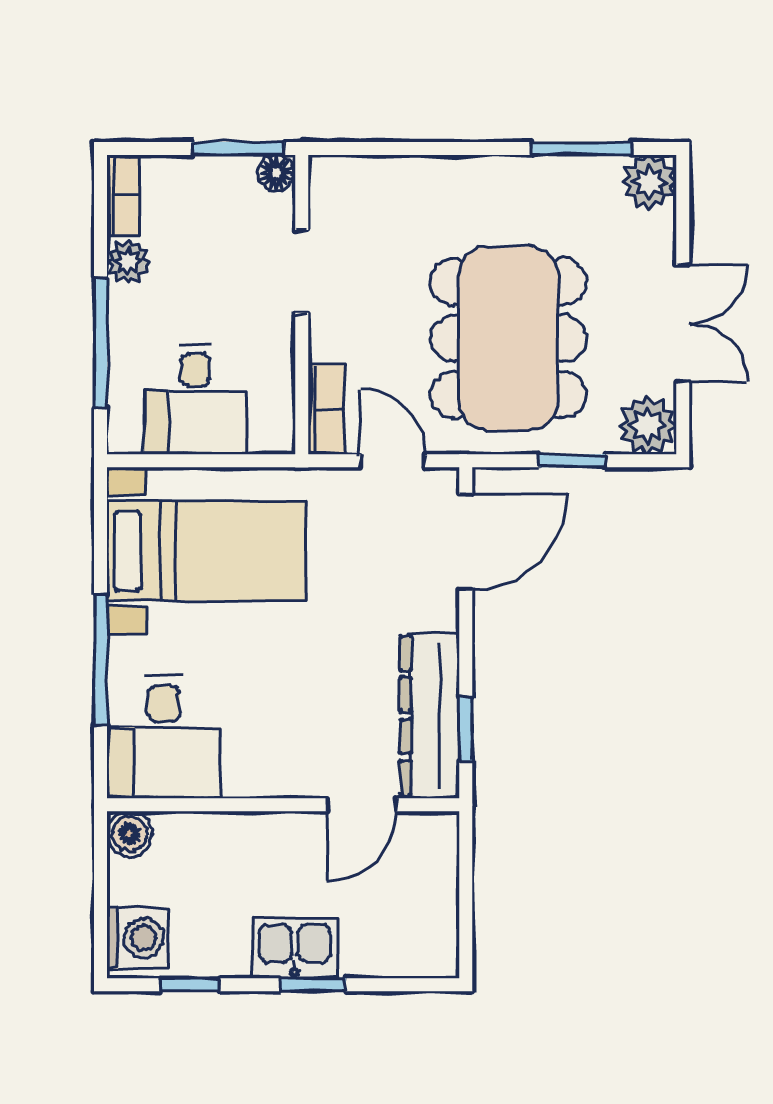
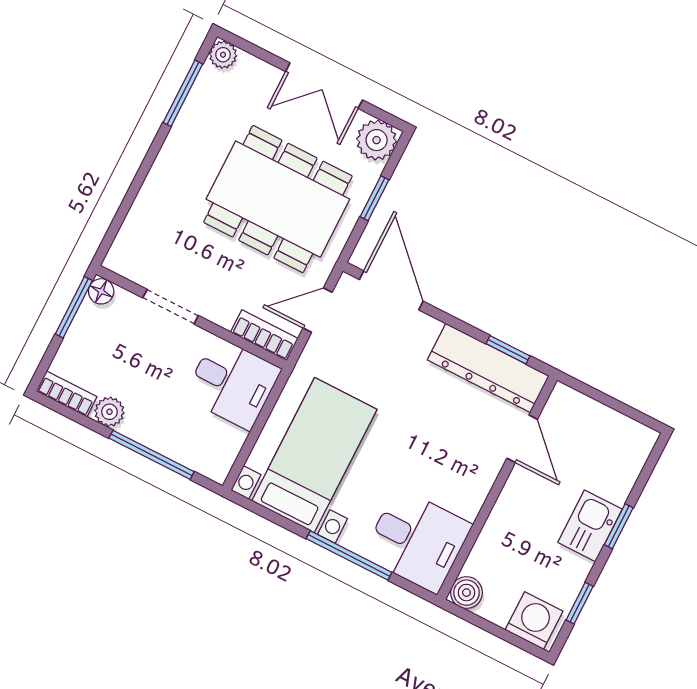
plant: (649, 182) -> (223, 55), width x0.73, depth x0.73
double door: (683, 323) -> (324, 86), swing flipped
desk: (195, 400) -> (232, 383), moved

